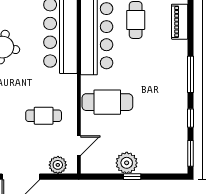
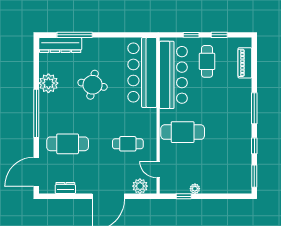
door: (79, 146) -> (158, 169), swing flipped
plant: (127, 163) -> (195, 189), width x0.53, depth x0.53
window: (132, 177) -> (184, 196), moved

